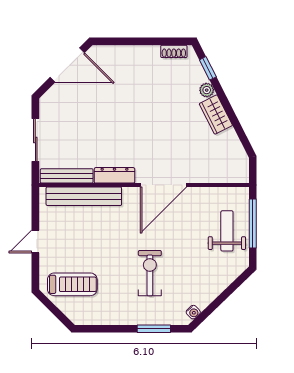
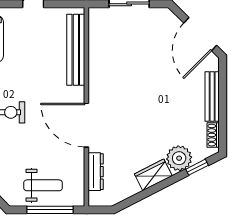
plant: (207, 90) -> (179, 158), width x1.88, depth x1.88
dresser: (114, 175) -> (96, 172), moved
bench: (67, 176) -> (212, 96), moved

